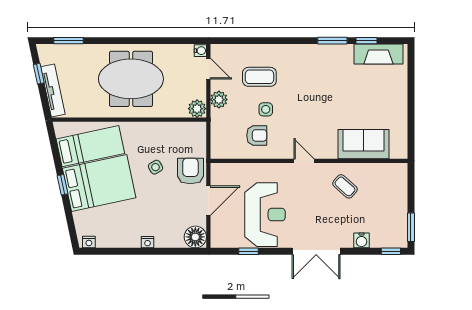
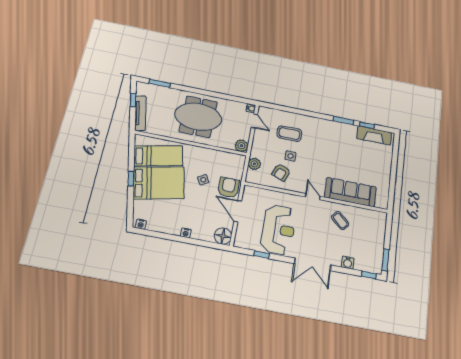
plant: (219, 100) -> (254, 164), moved
armchair: (257, 135) -> (281, 172), turned 112
sofa: (363, 144) -> (350, 192), width x1.36
door: (208, 201) -> (238, 211), swing flipped

